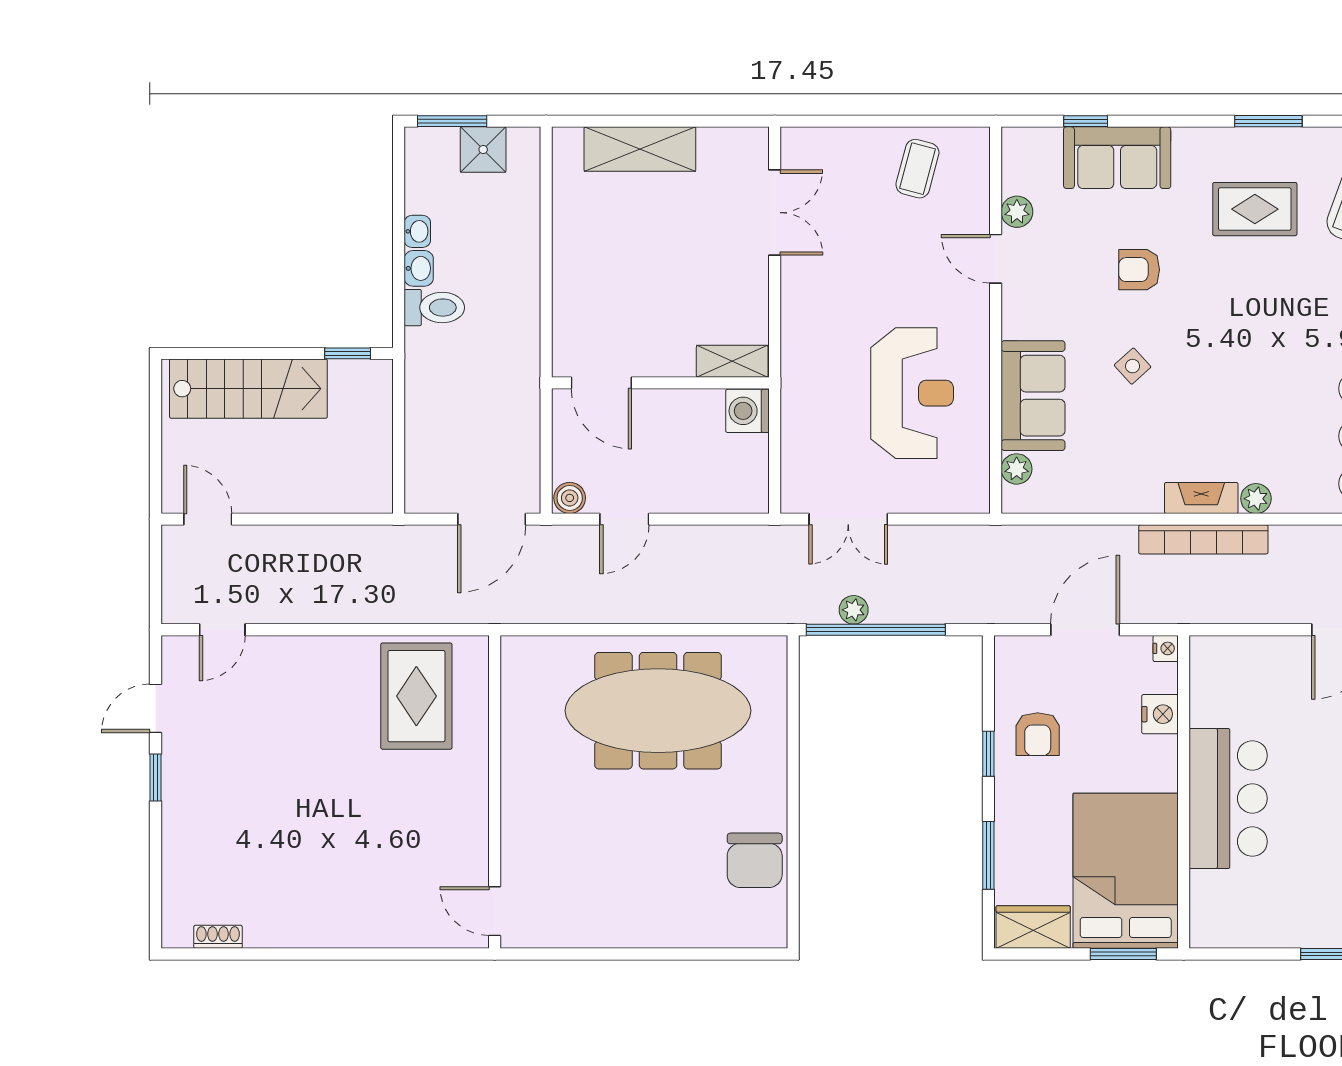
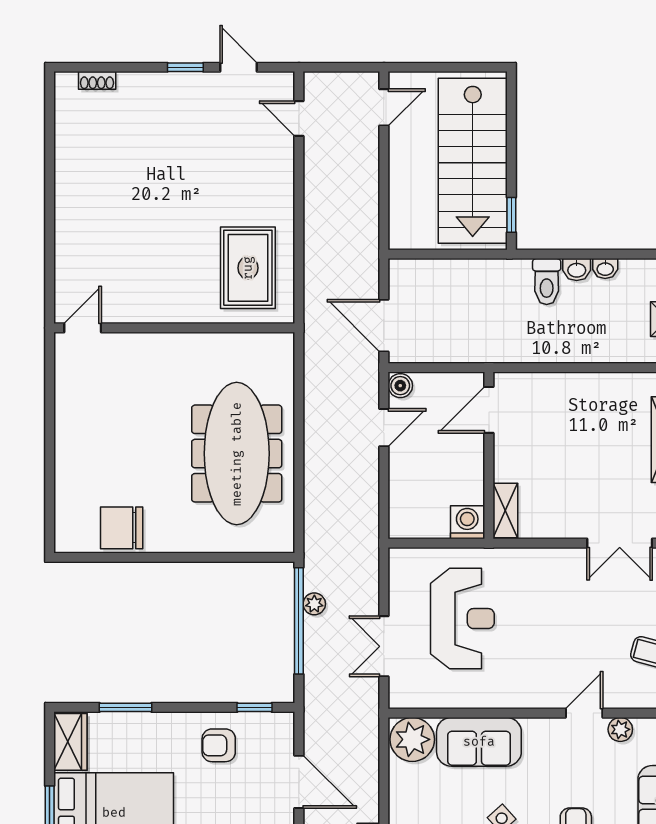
stairs: (248, 389) -> (473, 161), width x1.36, depth x1.51
reception desk: (912, 393) -> (462, 619), moved, turned -90
plant: (1017, 469) -> (412, 739), width x1.87, depth x1.87
door: (624, 519) -> (384, 428), swing flipped
double door: (848, 519) -> (384, 646), moved
rug: (416, 696) -> (248, 268), turned 90
window: (988, 754) -> (254, 707), moved
shoe rack: (218, 937) -> (97, 80), moved, turned 90

